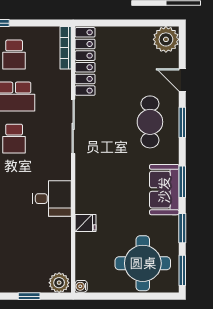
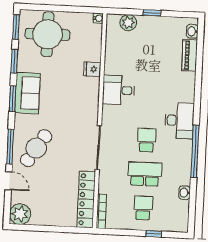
cafe table: (150, 122) -> (36, 148), turned 33
window: (182, 122) -> (10, 146), width x1.44
plant: (59, 283) -> (128, 23), moved
window: (29, 296) -> (152, 13), moved

